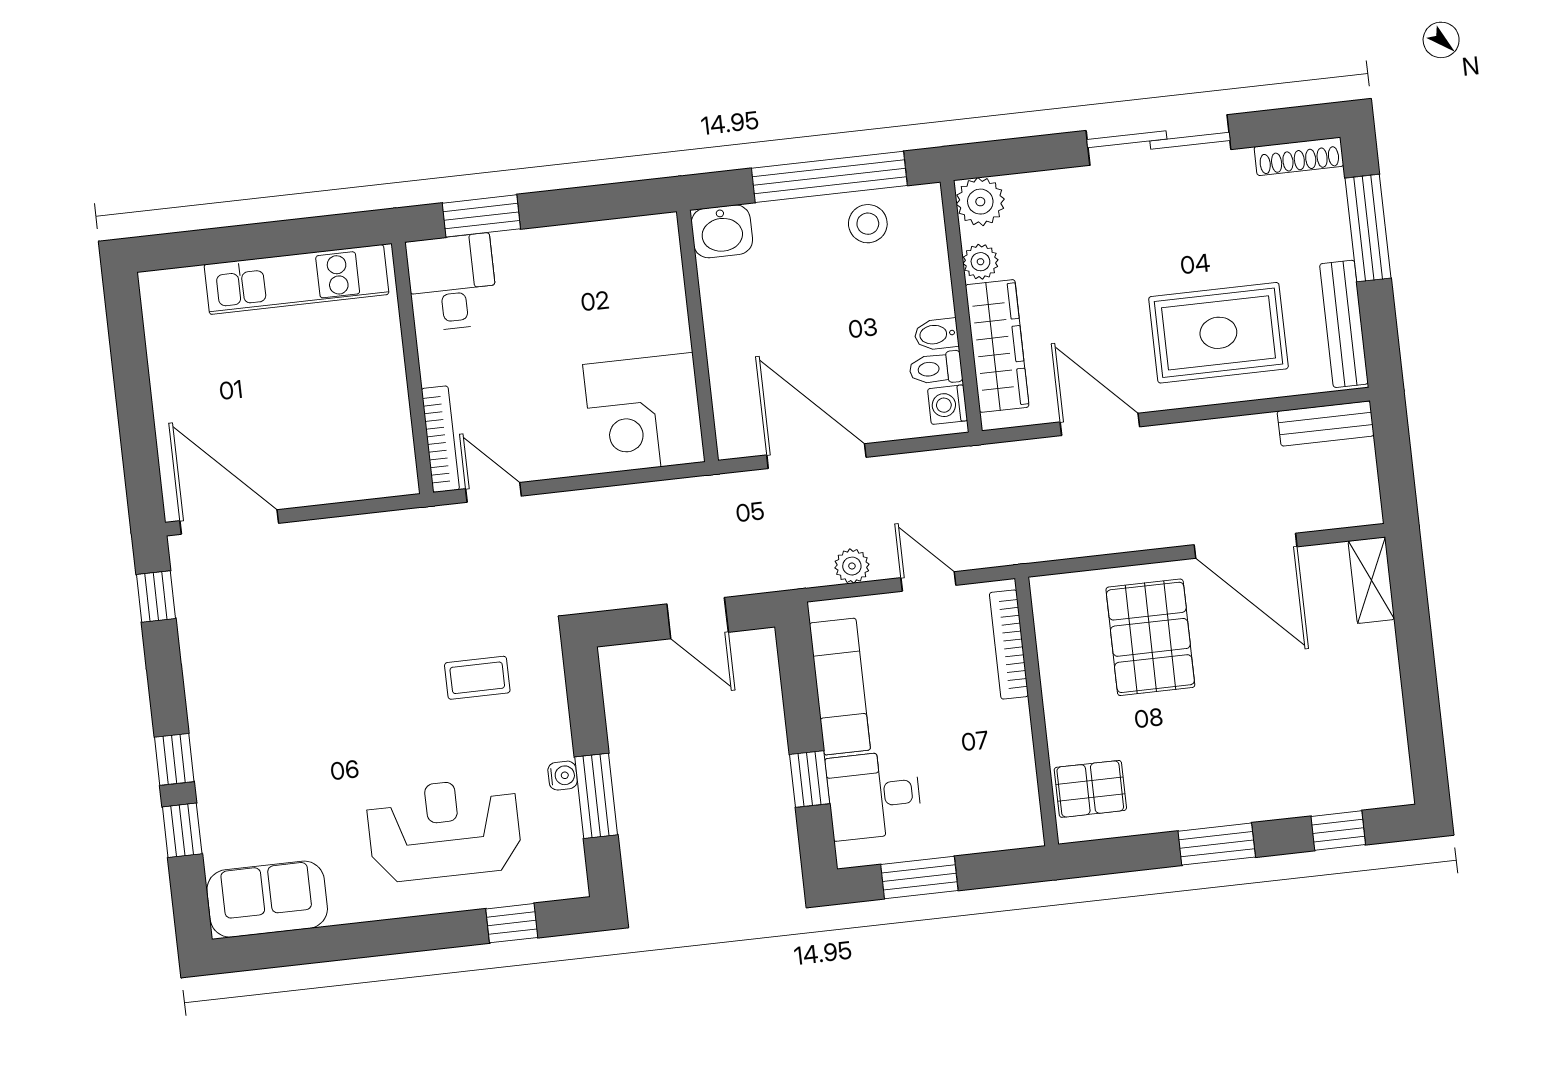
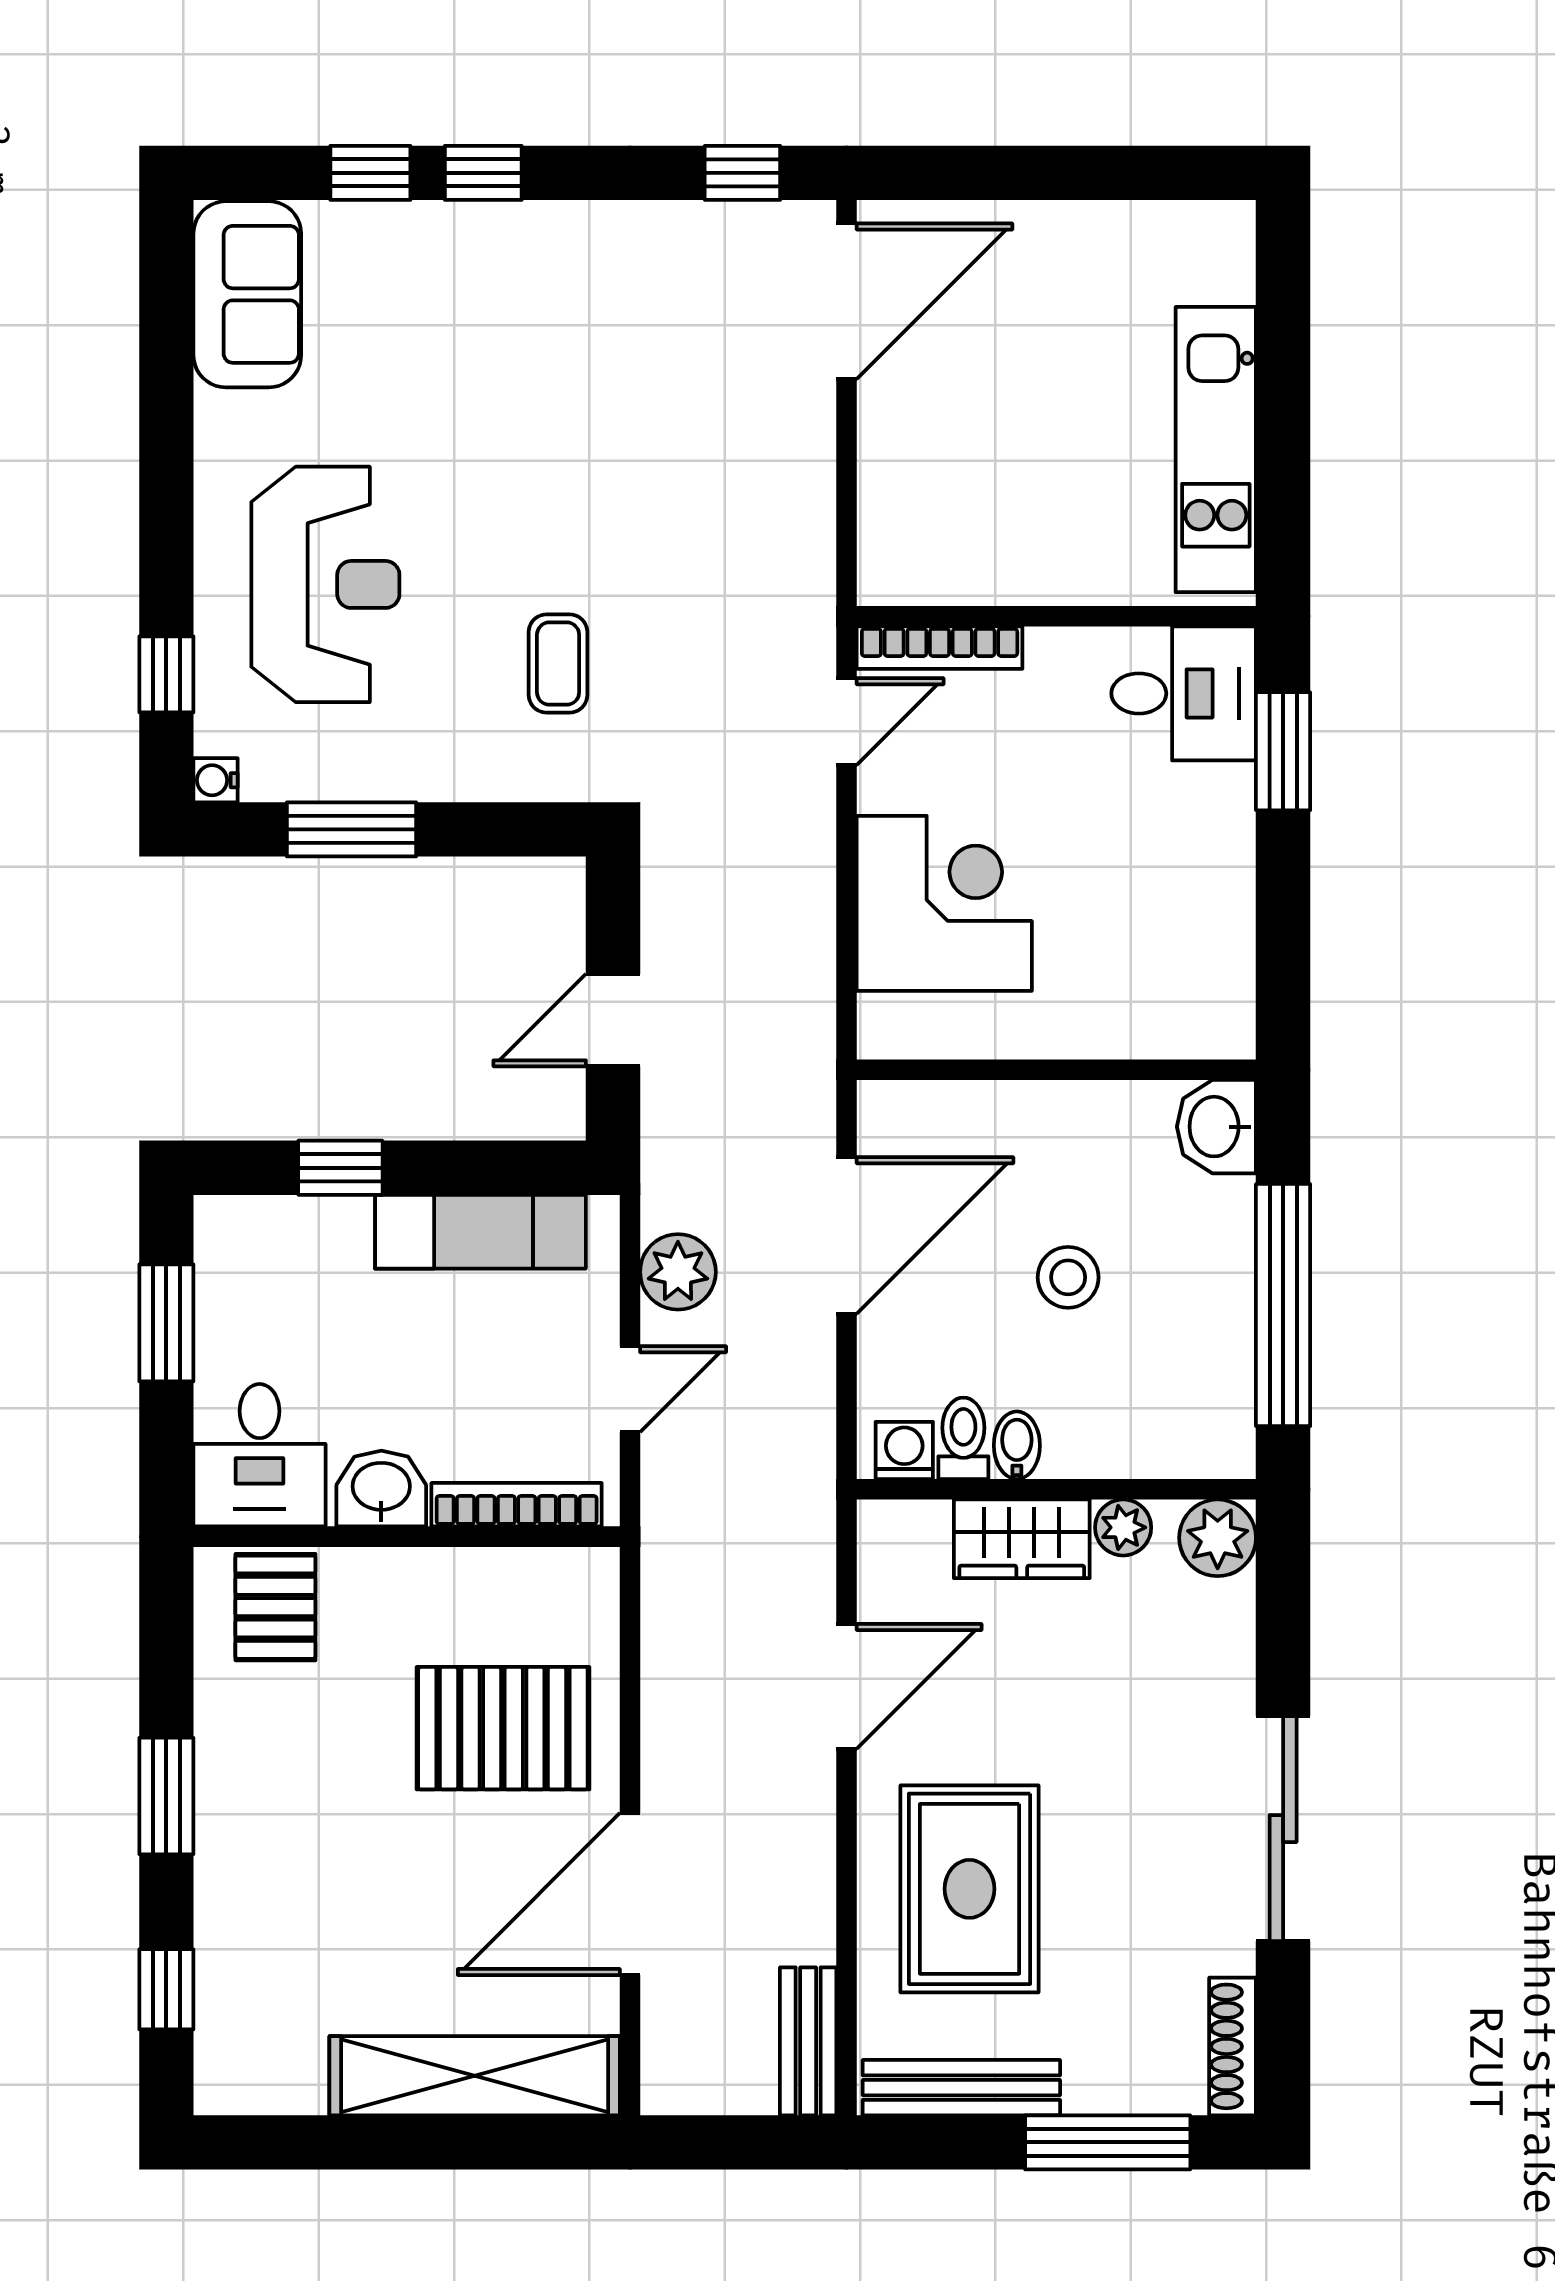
stool: (868, 224) -> (1068, 1277), moved
wardrobe: (997, 346) -> (1022, 1539), width x0.67
corner desk: (644, 413) -> (944, 903), moved, turned 90
plant: (852, 566) -> (678, 1272), width x1.38, depth x1.38
shelving: (1371, 580) -> (475, 2076), width x2.20, depth x1.33
washbasin: (1008, 731) -> (381, 1489), added
water cooler: (563, 776) -> (216, 780), moved, turned 90
desk: (874, 795) -> (260, 1455), moved, turned 180

